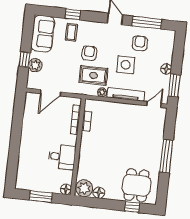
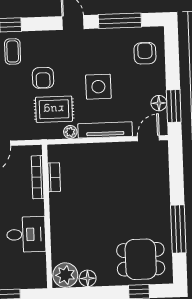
armchair: (140, 43) -> (145, 53), moved
armchair: (89, 53) -> (43, 78), turned 180
floor lamp: (166, 69) -> (159, 103), moved
window: (166, 156) -> (178, 229), moved
dining table: (137, 185) -> (141, 259), turned 90
floor lamp: (66, 189) -> (39, 281), removed

